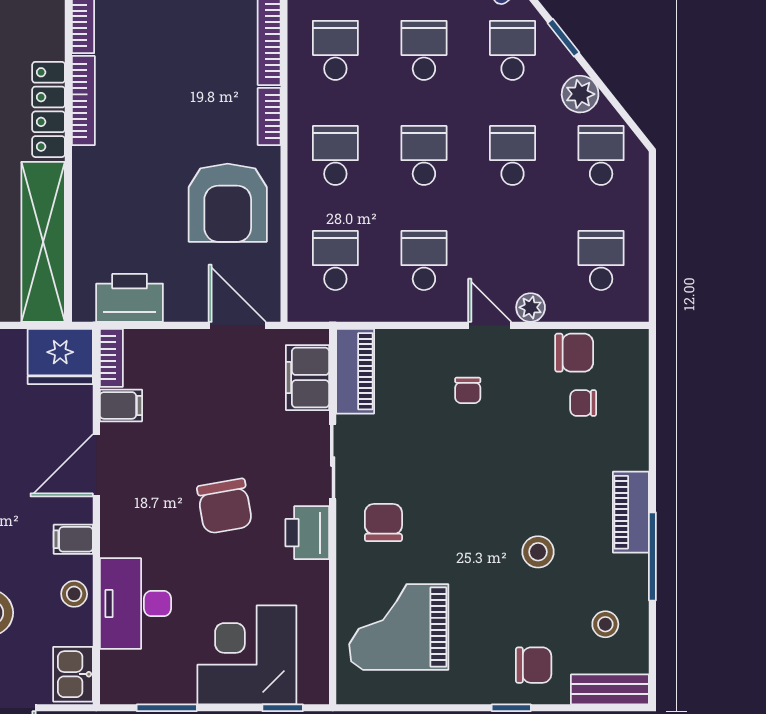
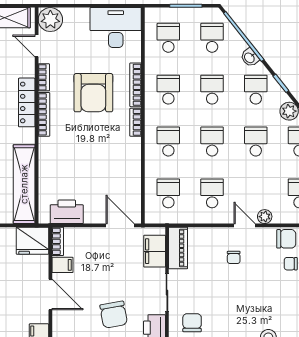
locker: (49, 109) -> (27, 102), moved
armchair: (228, 203) -> (93, 93), moved
door: (96, 465) -> (50, 294), swing flipped

